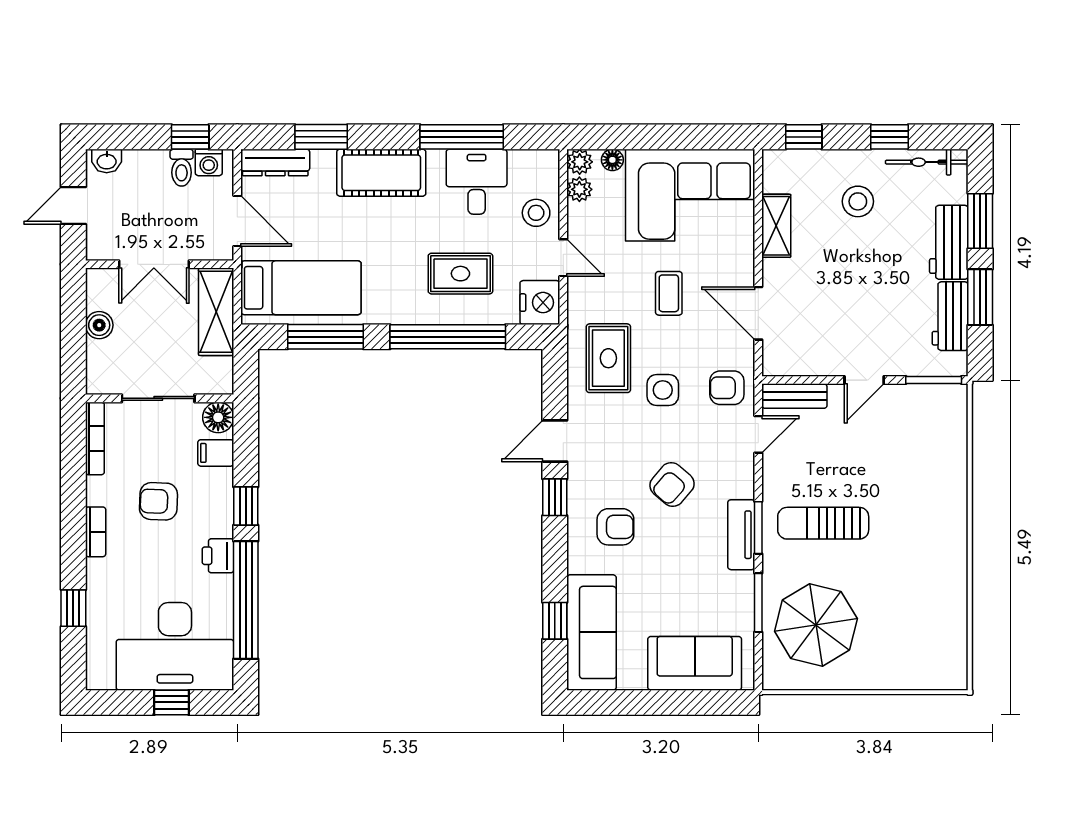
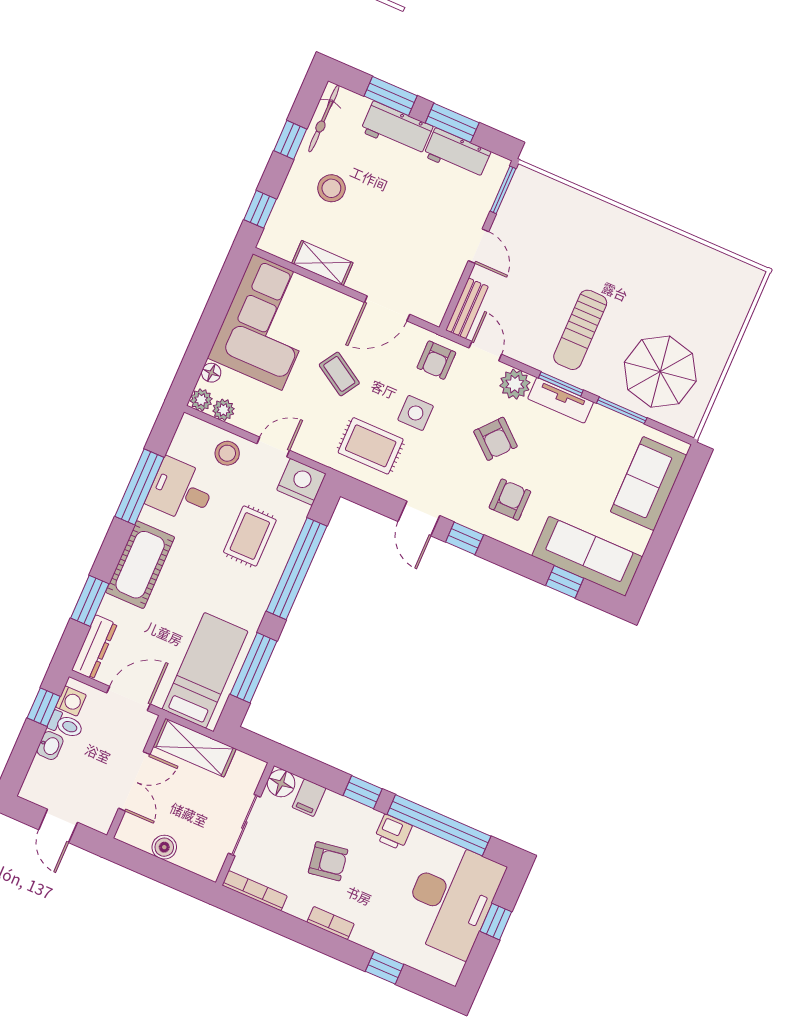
washbasin: (107, 161) -> (50, 746), moved
coffee table: (669, 293) -> (339, 374), turned 32
plant: (737, 480) -> (515, 384), added
armchair: (158, 501) -> (328, 861), turned -101

